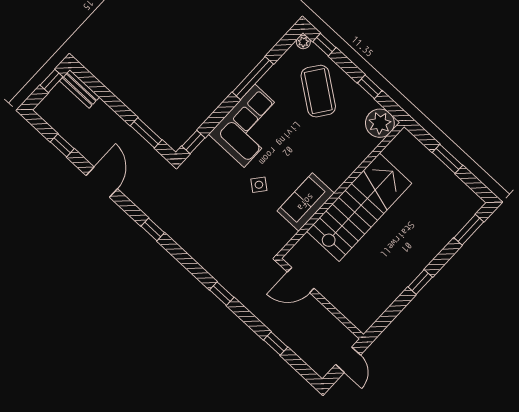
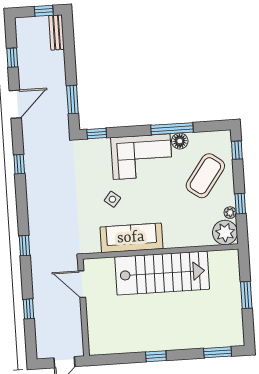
plant: (303, 42) -> (230, 213), moved
floor lamp: (269, 82) -> (180, 141), added
sofa: (306, 202) -> (131, 238), width x1.36

